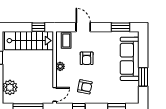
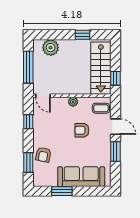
door: (83, 27) -> (115, 127), hinge flipped
window: (121, 27) -> (115, 151), moved
armchair: (85, 87) -> (43, 155), moved

